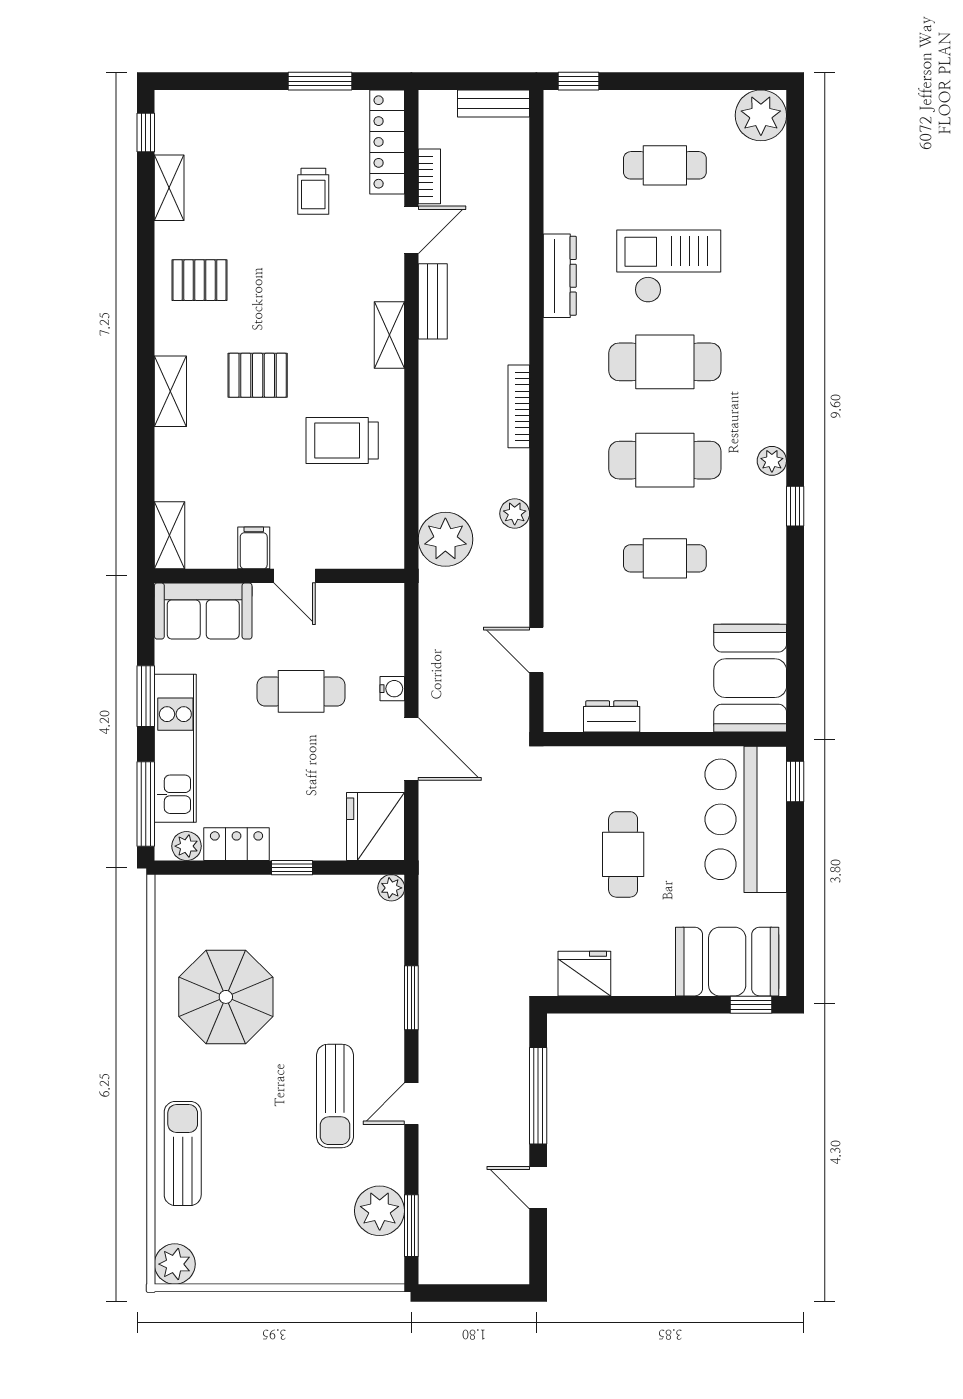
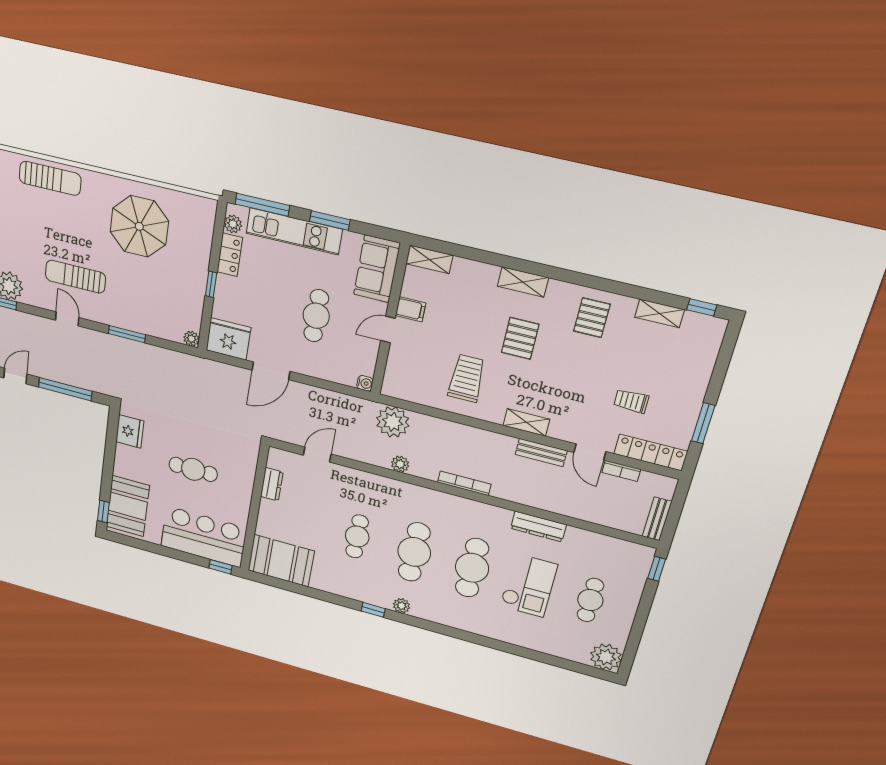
water cooler: (392, 689) -> (365, 383), moved, turned -90

